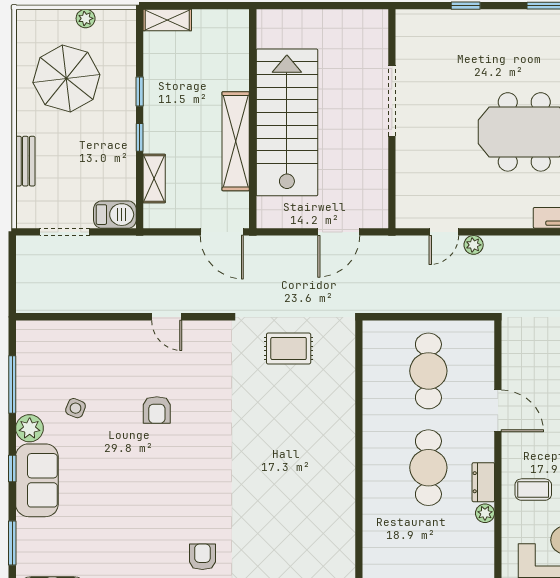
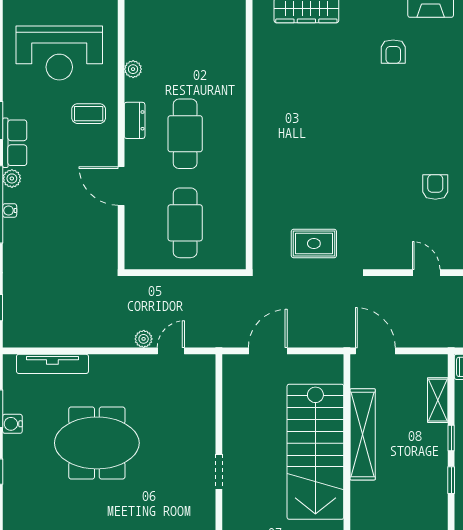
doorway: (392, 101) -> (219, 472), width x0.53
plant: (485, 513) -> (133, 69), moved

